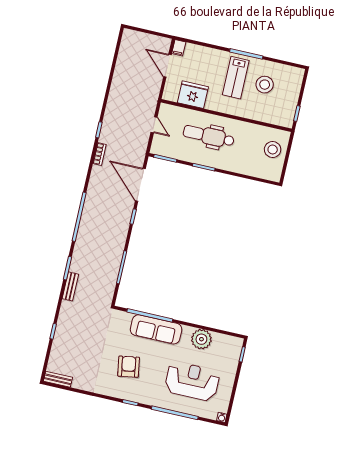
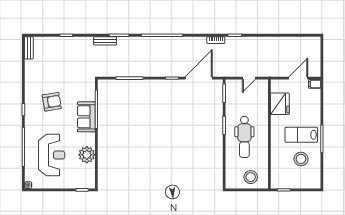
dental chair: (209, 136) -> (244, 137), moved, turned 180
sofa: (156, 329) -> (86, 117), width x0.73

